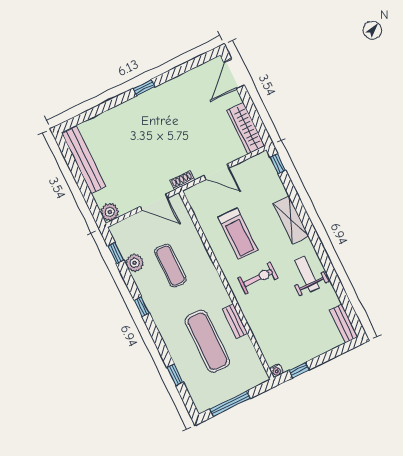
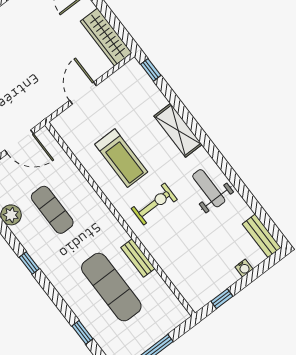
door: (217, 172) -> (83, 93), swing flipped
shoe rack: (182, 180) -> (46, 111), removed
water cooler: (276, 371) -> (244, 268), moved

